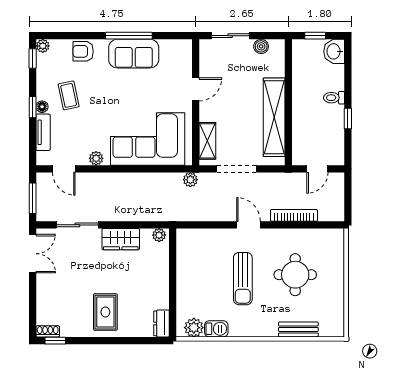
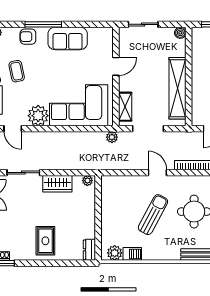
window: (129, 36) -> (43, 24), moved
boiler: (261, 46) -> (180, 33), moved
plant: (96, 158) -> (38, 116), width x1.88, depth x1.88
sun lounger: (243, 279) -> (153, 215), turned -152

